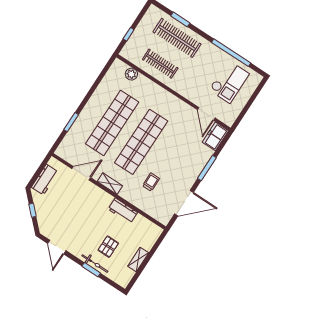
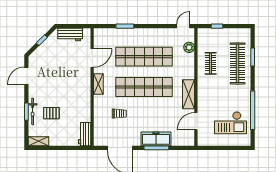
clothes rail: (160, 64) -> (211, 63), width x0.73
door: (107, 67) -> (183, 26), added
shelving: (176, 104) -> (188, 94), added
freezer: (215, 136) -> (156, 139), moved, width x1.40
door: (81, 173) -> (92, 58), hinge flipped
workbench: (123, 211) -> (85, 134), moved
shelving: (138, 259) -> (38, 141), moved

